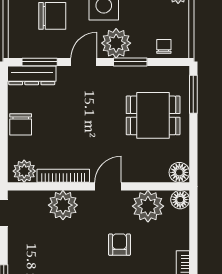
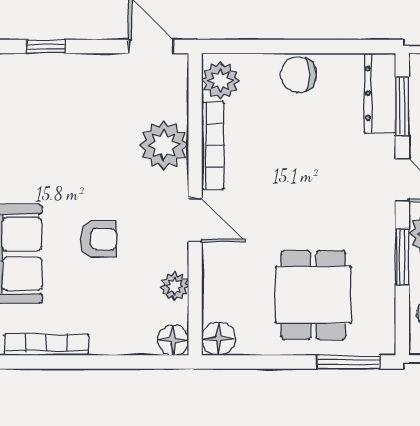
plant: (148, 206) -> (175, 286), width x0.53, depth x0.53

